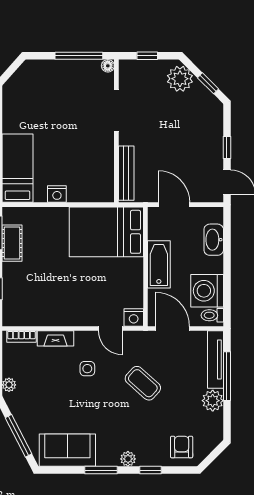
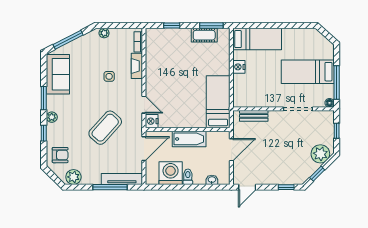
bed: (64, 97) -> (308, 72), added
window: (227, 147) -> (286, 187), moved
bench: (126, 173) -> (254, 116), width x0.73
bed: (106, 232) -> (218, 102), width x0.67
washbasin: (214, 240) -> (212, 180), width x0.52, depth x0.69
toilet: (212, 315) -> (188, 177), moved
door: (110, 328) -> (144, 105), swing flipped
side table: (87, 369) -> (109, 76), moved
coffee table: (143, 383) -> (105, 128), width x1.36, depth x1.32
plant: (213, 401) -> (73, 177), moved

